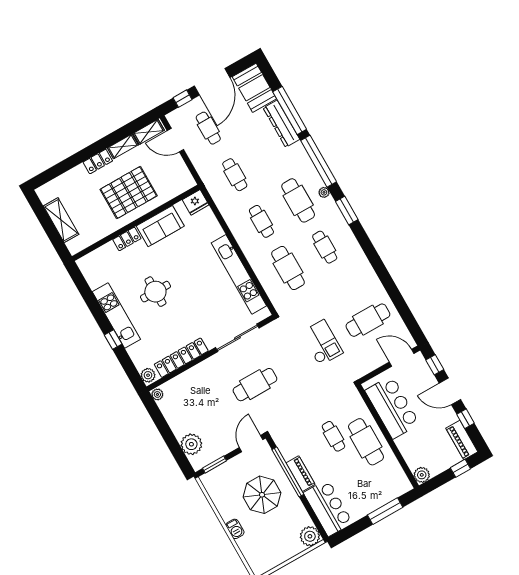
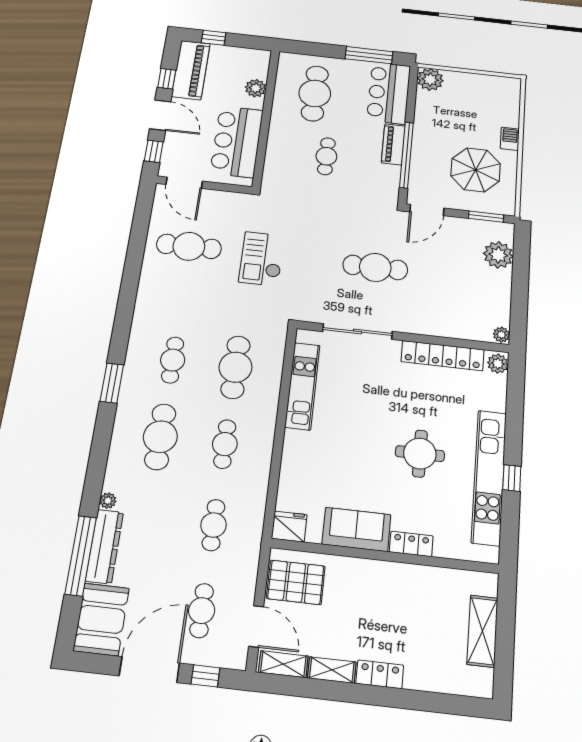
window: (319, 161) -> (97, 466), removed
plant: (324, 192) -> (108, 501), moved
pallet: (129, 193) -> (296, 582), moved, width x0.73, depth x0.71
kitchen unit: (239, 274) -> (302, 386), width x0.73
kitchen unit: (116, 315) -> (489, 477), width x1.36
window: (113, 340) -> (512, 478), moved
piano: (462, 440) -> (191, 70), width x1.37, depth x1.33
cafe table: (366, 442) -> (315, 93), moved
plant: (422, 475) -> (256, 88), moved
parasol: (262, 495) -> (476, 170), moved
window: (385, 511) -> (369, 55), moved

